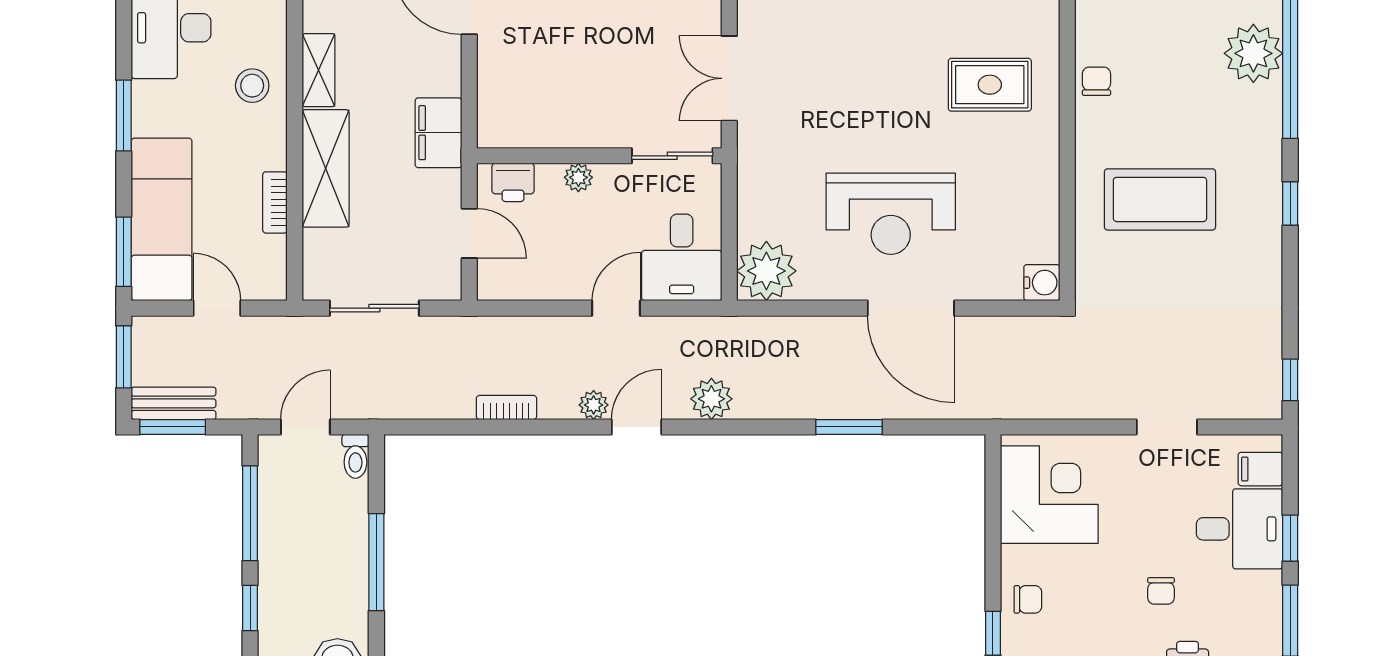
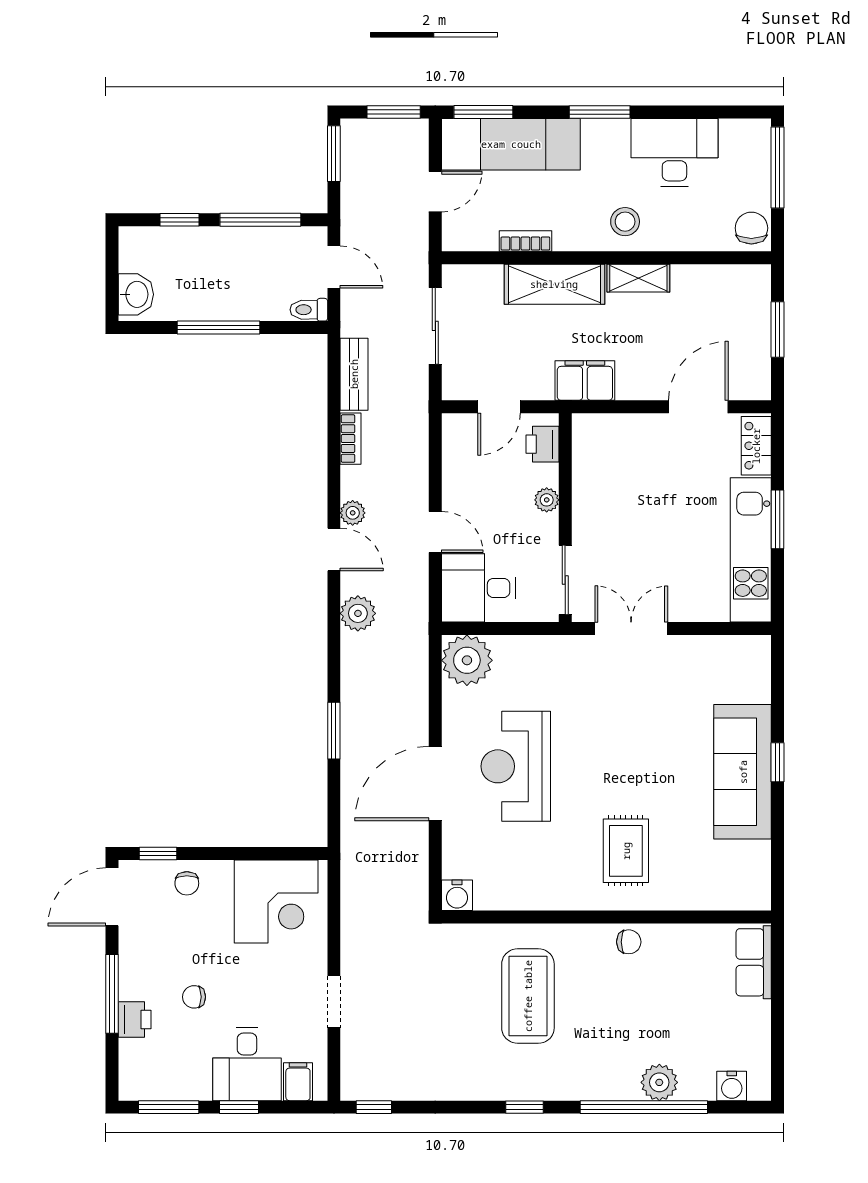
plant: (1253, 53) -> (659, 1082), width x0.73, depth x0.73
bench: (174, 403) -> (354, 374), moved

